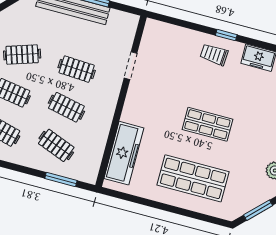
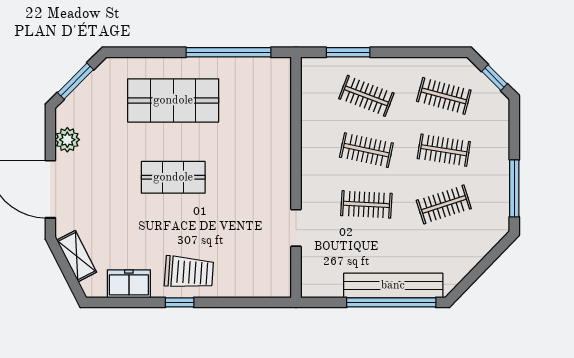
trolley: (214, 54) -> (189, 272), width x1.36, depth x1.39
freezer: (124, 153) -> (274, 109), removed
window: (145, 202) -> (228, 52), added

